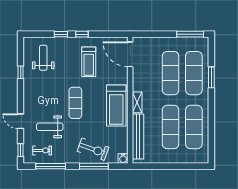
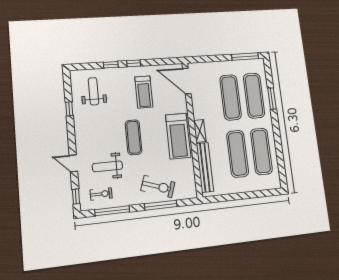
water cooler: (123, 158) -> (192, 193), removed

